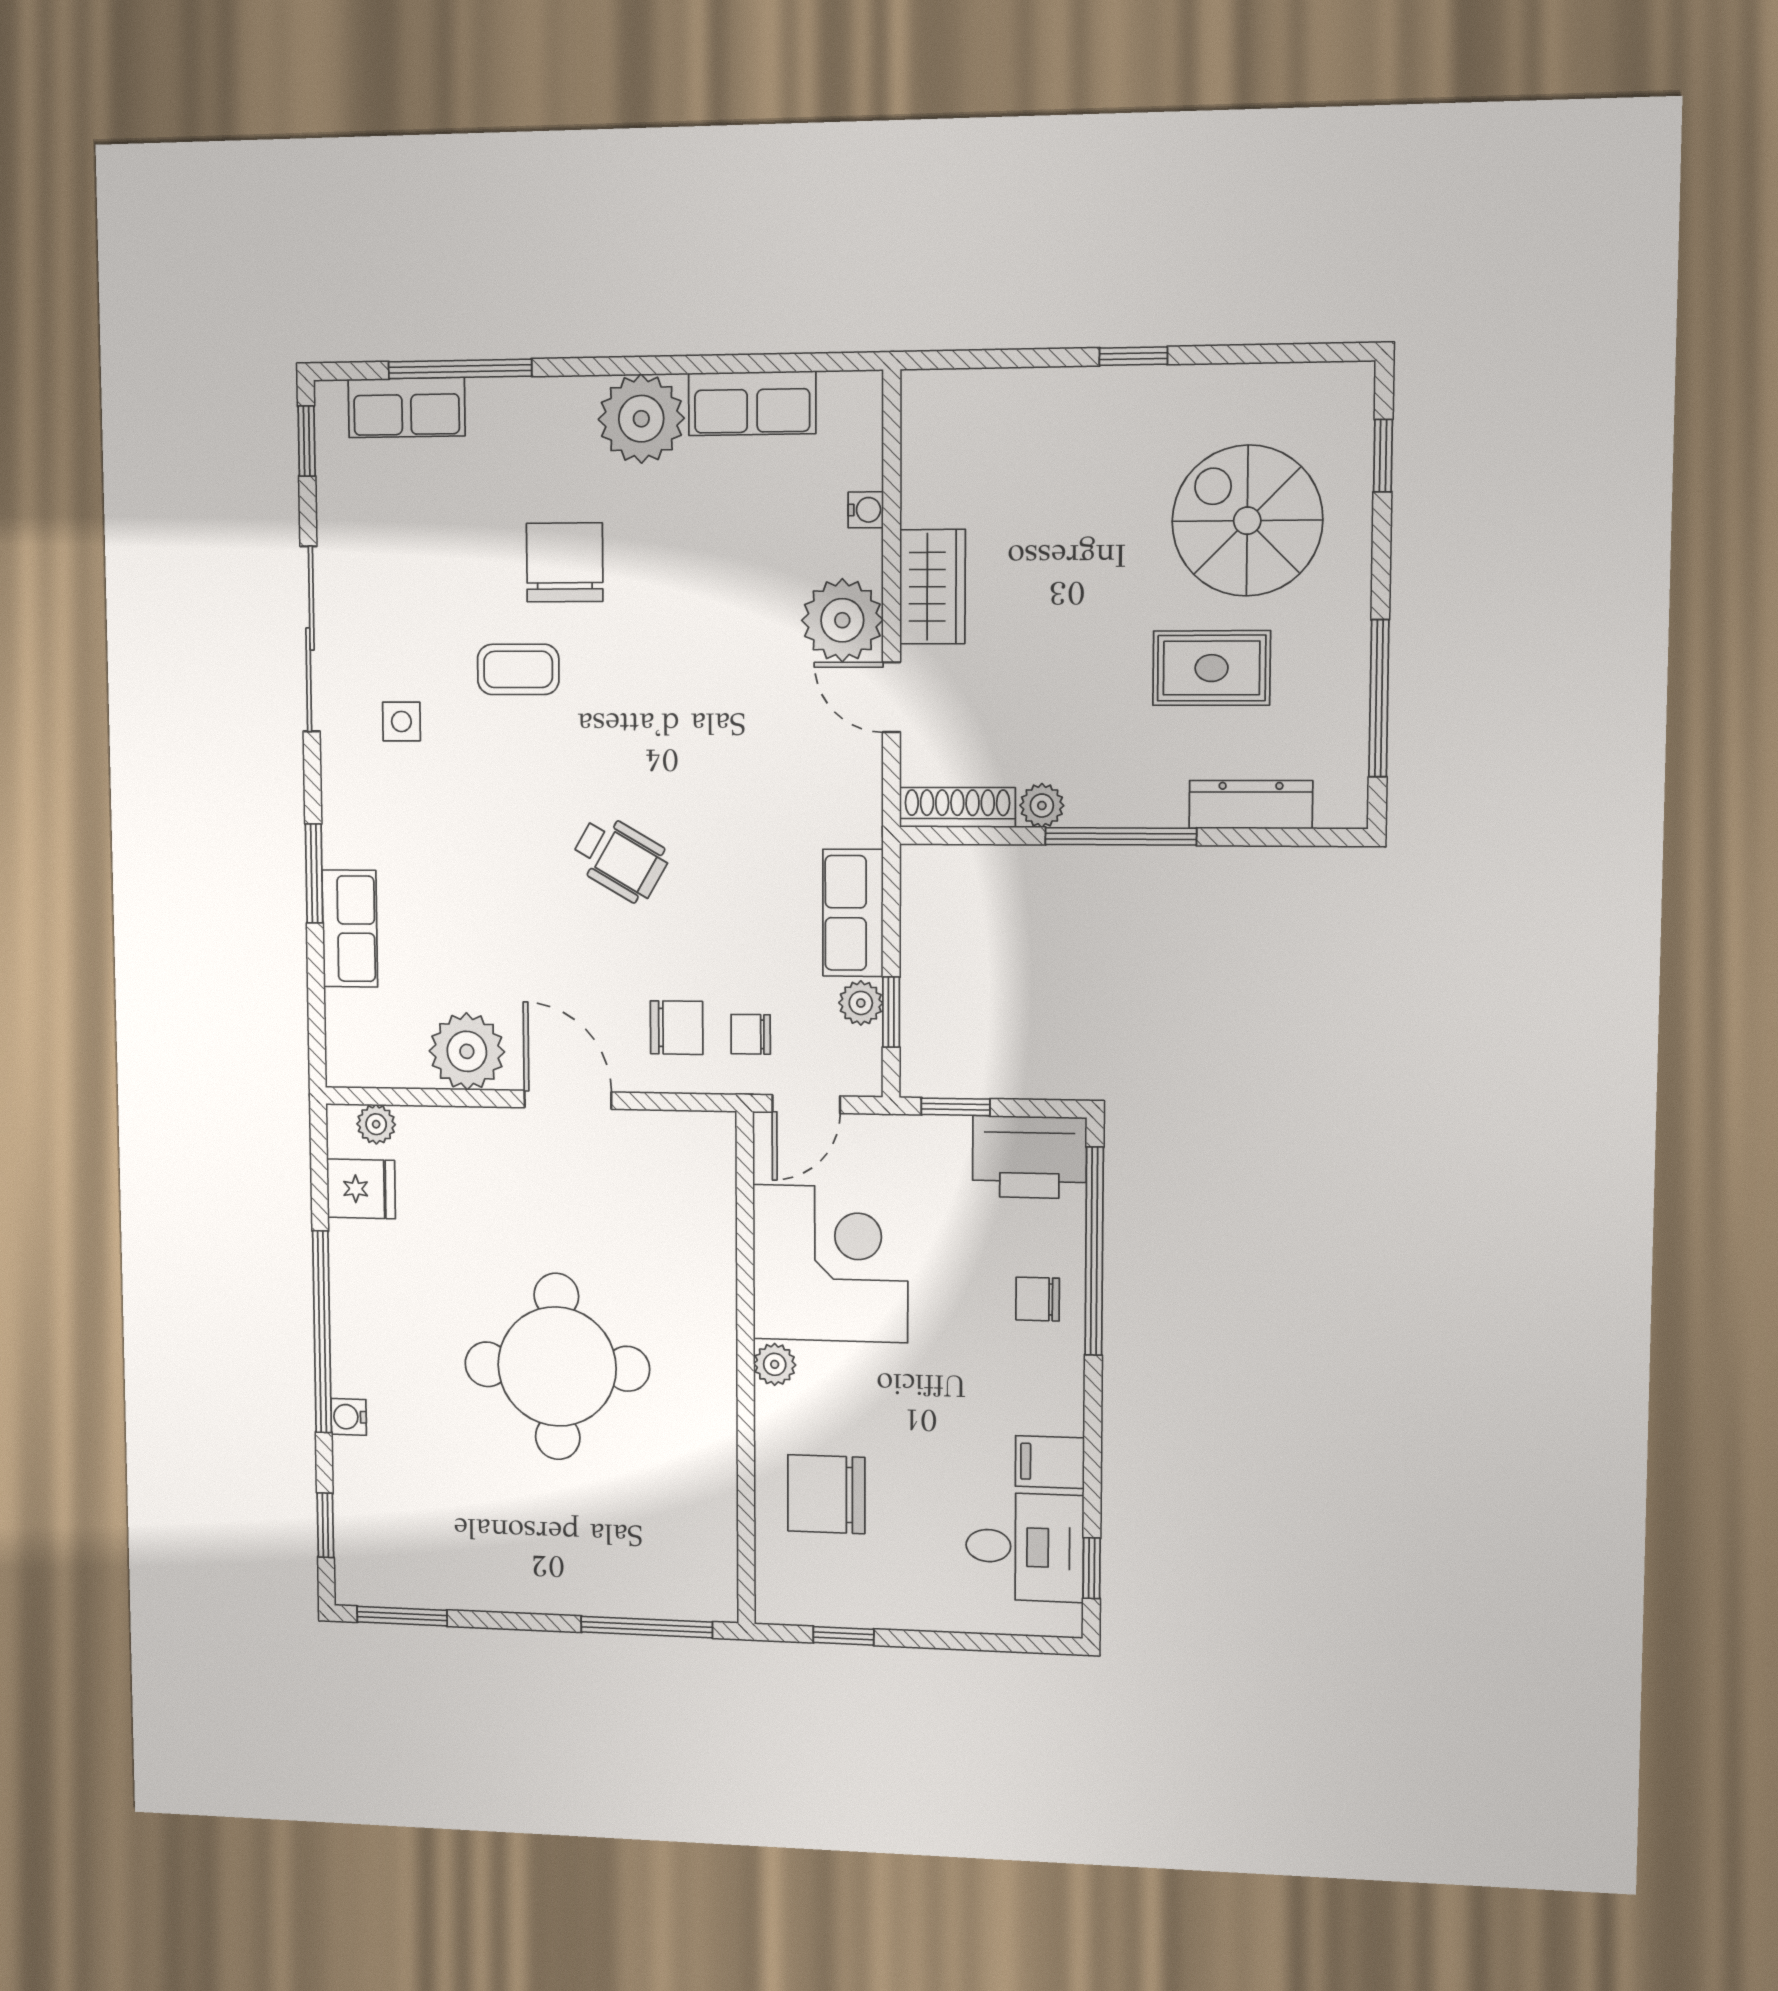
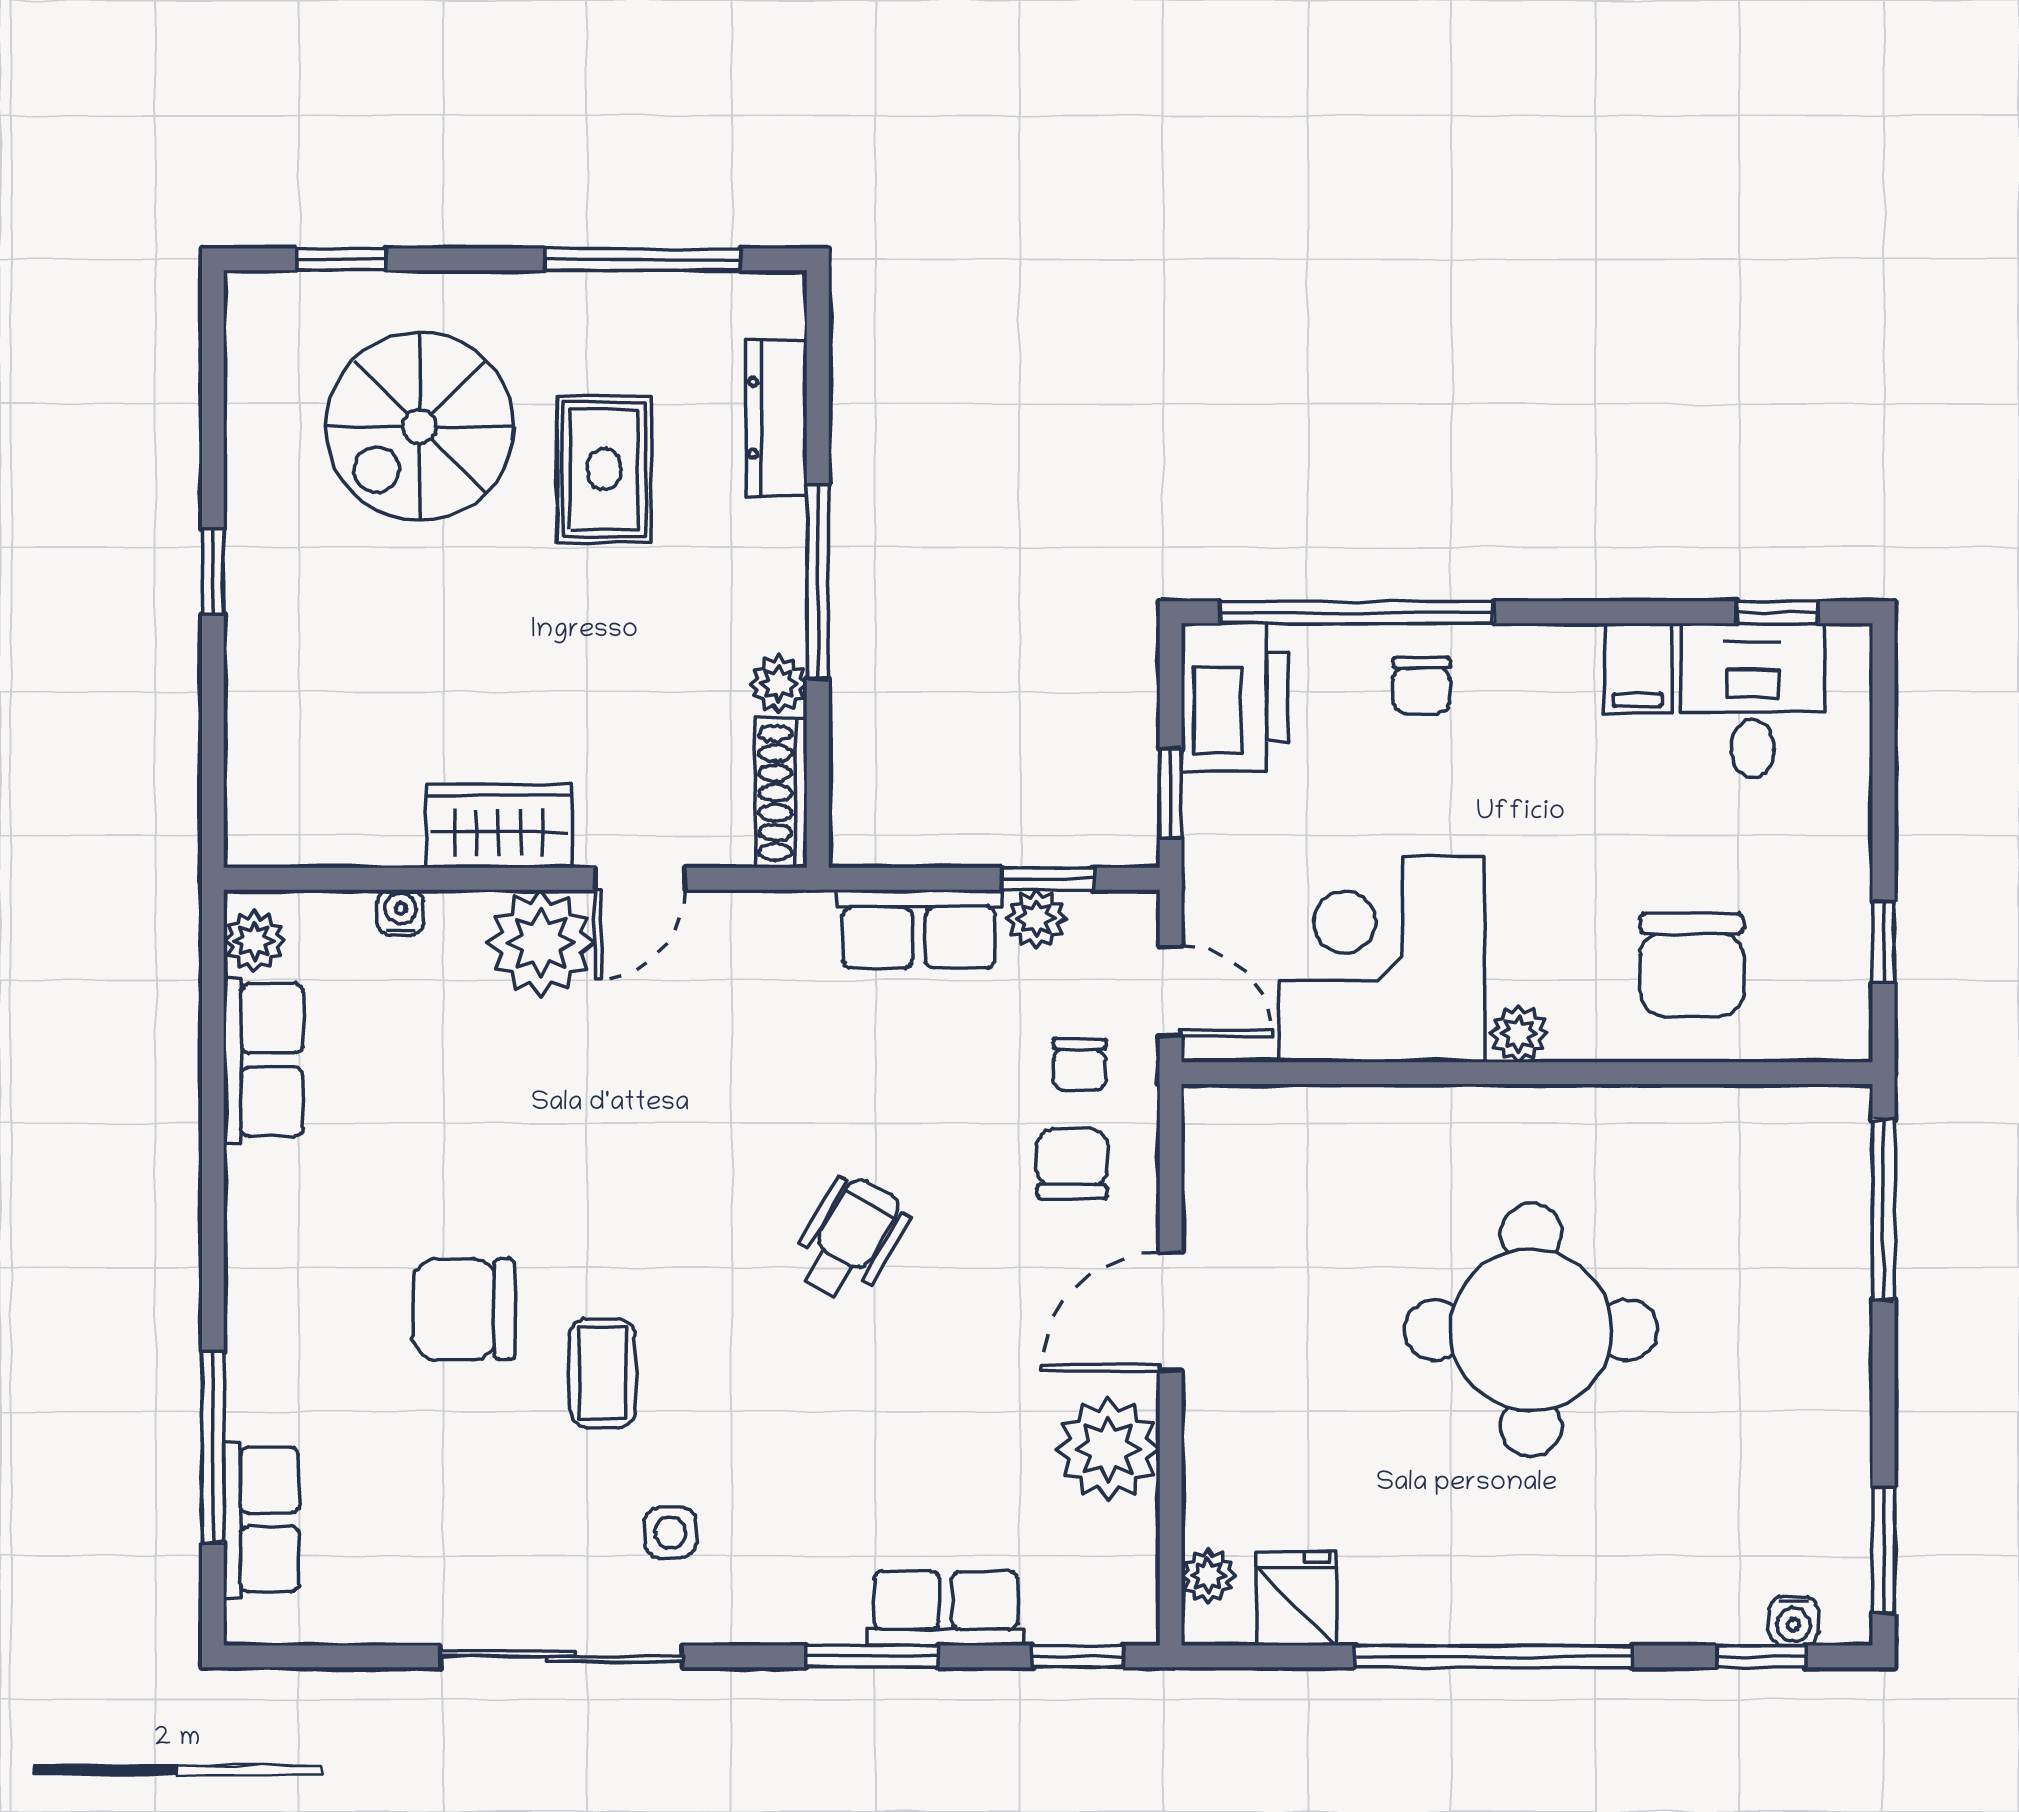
plant: (641, 419) -> (254, 941), moved, width x0.53, depth x0.53
window: (307, 441) -> (1078, 1656), moved
water cooler: (349, 1417) -> (1794, 1621), moved

